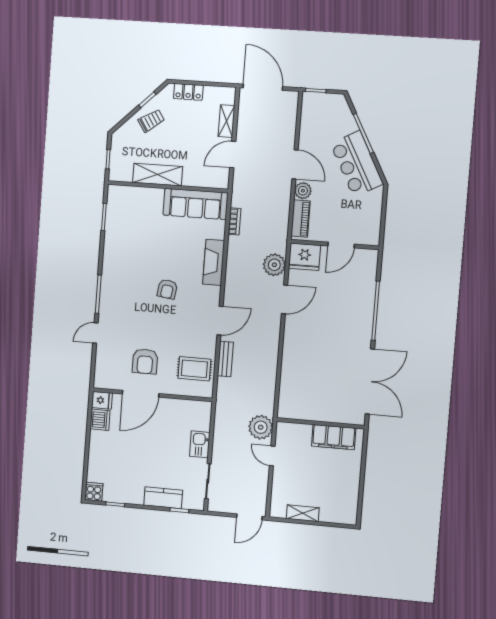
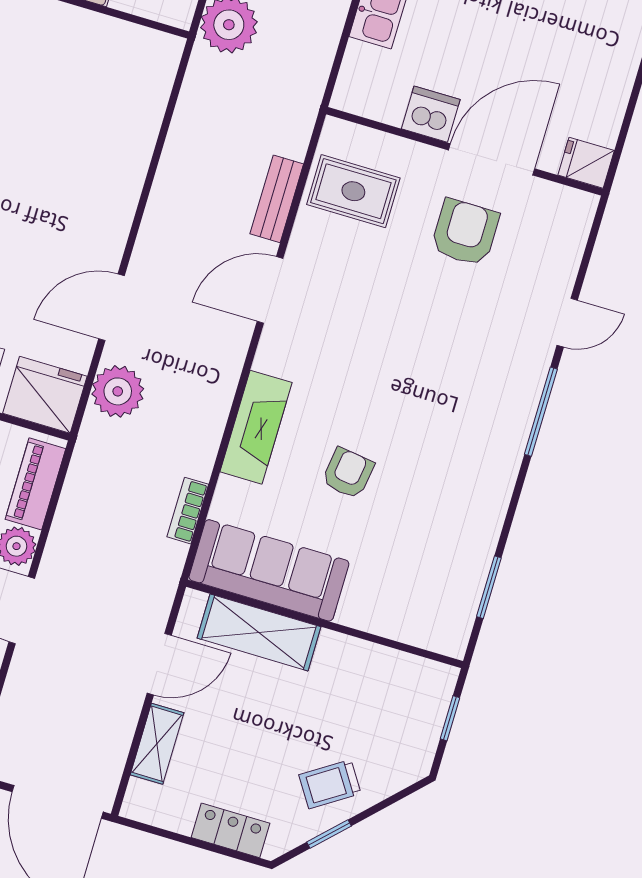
shelving: (158, 175) -> (259, 632), moved
armchair: (167, 289) -> (348, 473), moved
dishwasher: (100, 420) -> (431, 114), moved, turned 90

